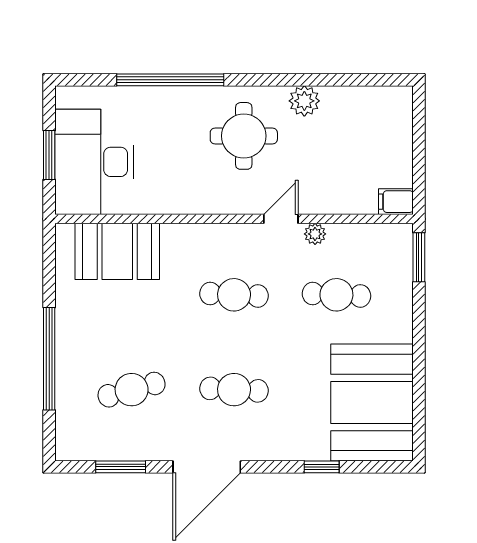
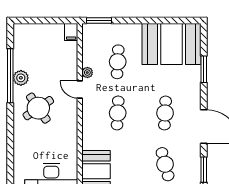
window: (170, 80) -> (10, 76), moved
round table: (244, 136) -> (38, 108), turned -34
window: (322, 467) -> (204, 69), width x1.50

